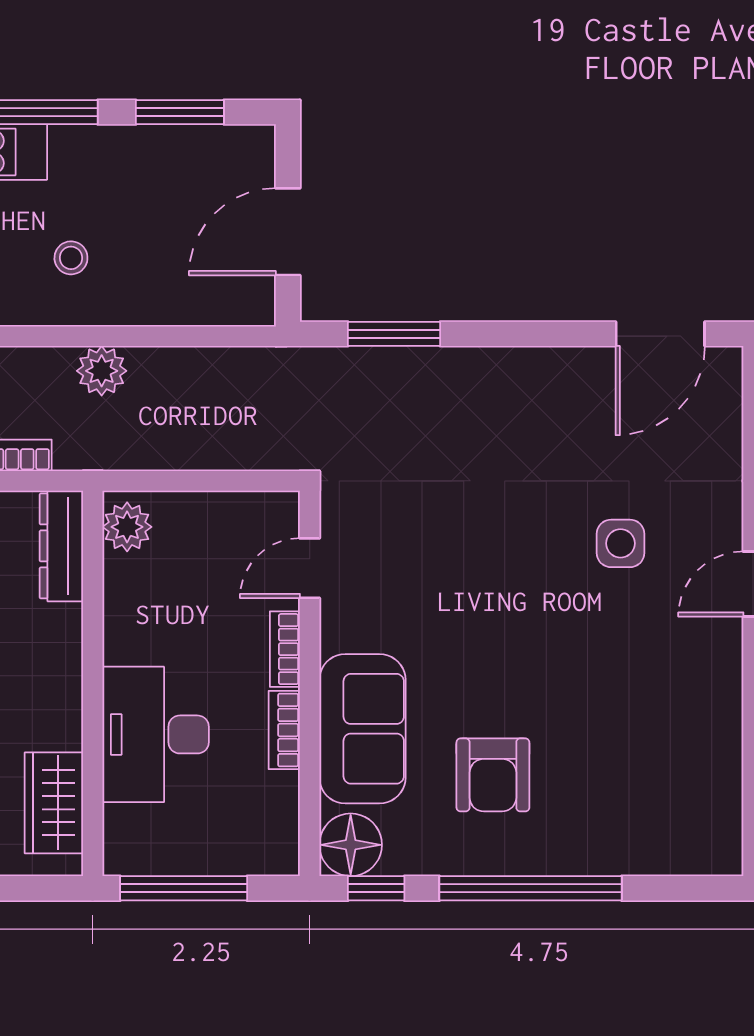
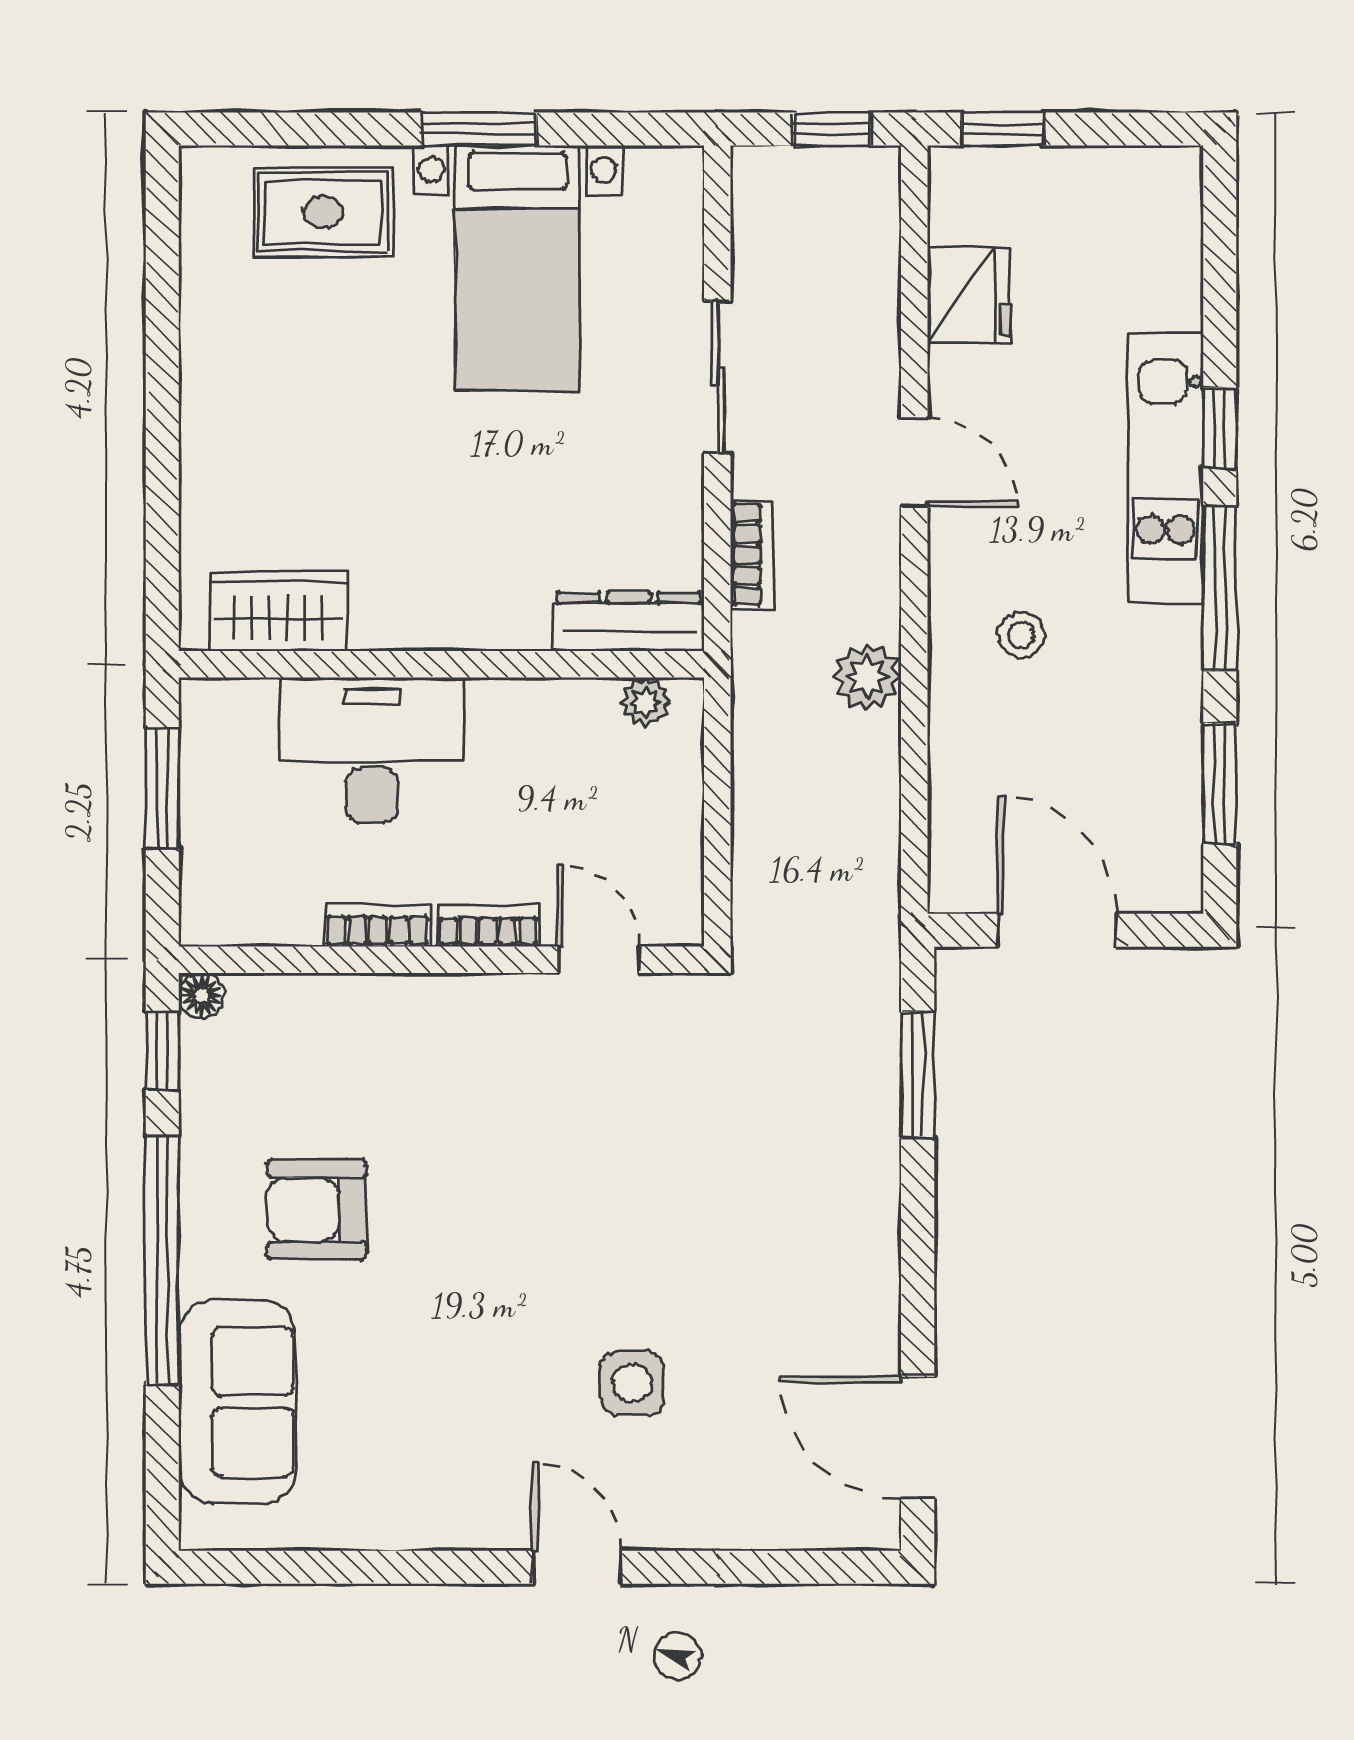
plant: (127, 527) -> (645, 702), width x0.73, depth x0.73
sofa: (362, 729) -> (238, 1402), moved, turned -90
floor lamp: (351, 845) -> (201, 996), width x0.53, depth x0.53
window: (184, 888) -> (162, 788), width x0.69

